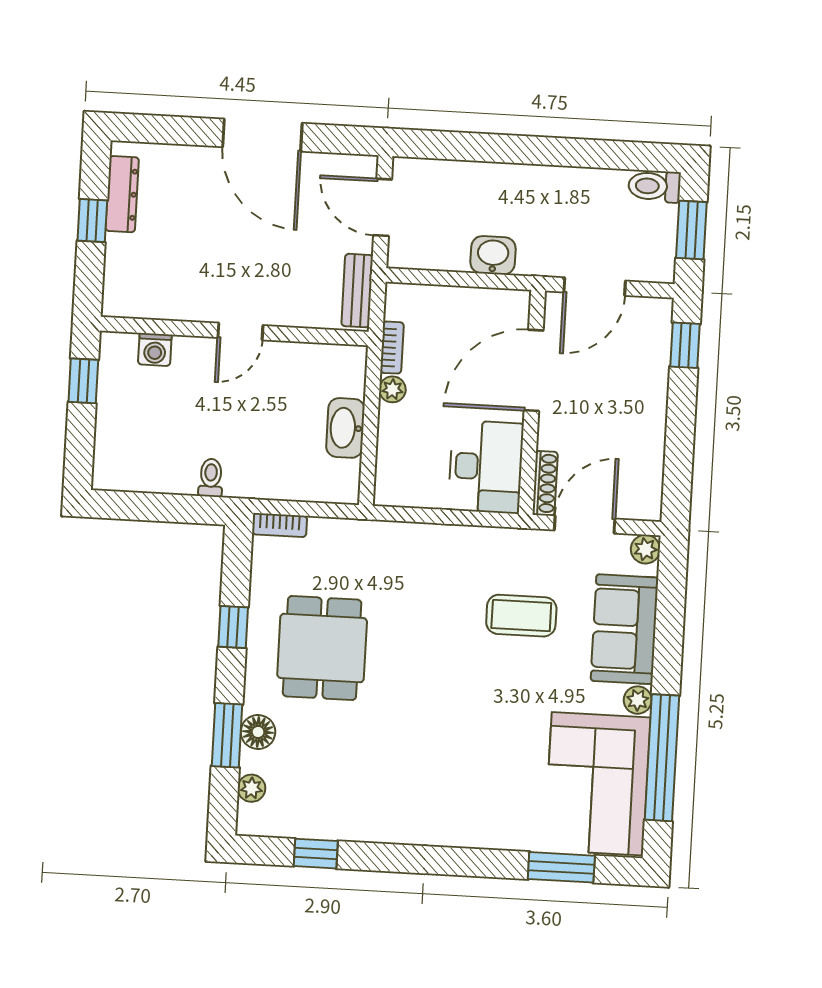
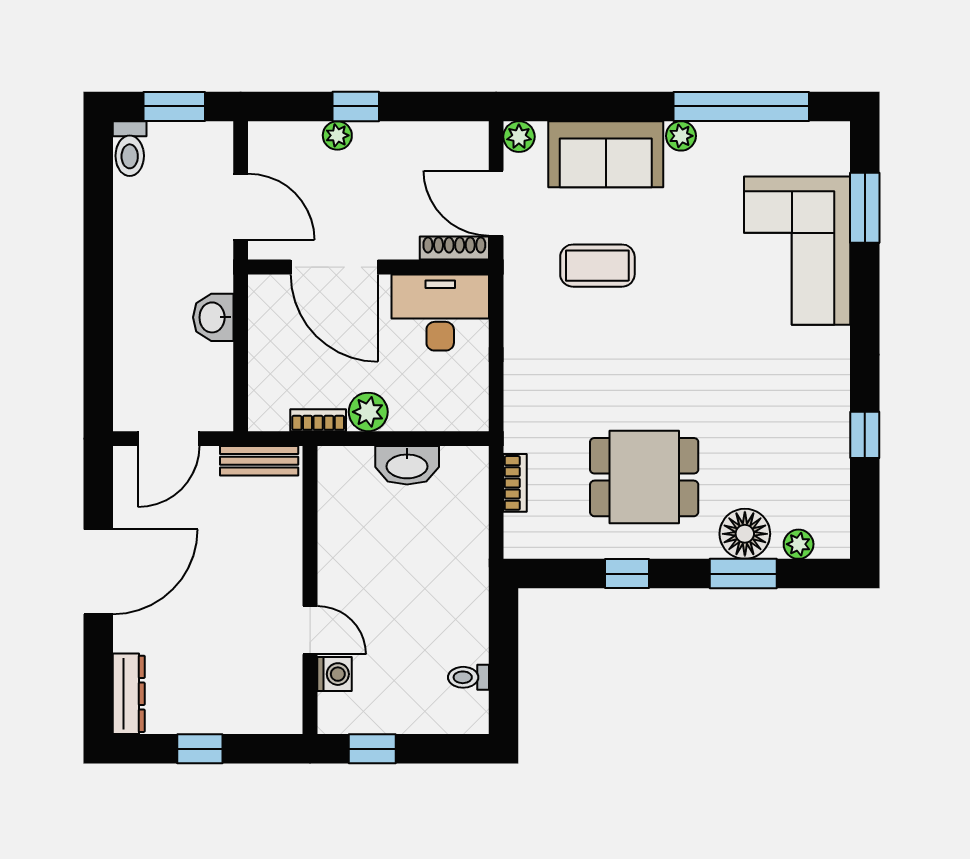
dresser: (122, 194) -> (129, 694), moved, turned 90
door: (240, 331) -> (310, 630), moved
window: (685, 345) -> (356, 106), moved
plant: (656, 380) -> (337, 135), added
plant: (392, 389) -> (368, 412), width x1.38, depth x1.38
toilet: (211, 478) -> (468, 677), moved
bookcase: (279, 525) -> (515, 483), moved
coffee table: (521, 616) -> (597, 266), turned 90
floor lamp: (258, 732) -> (745, 534), width x1.38, depth x1.38
corner sofa: (597, 784) -> (797, 251), moved, turned 90
window: (316, 854) -> (865, 435), moved

